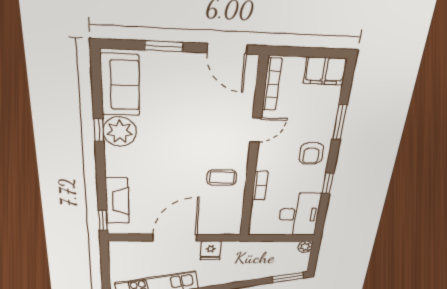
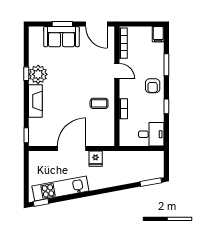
filing cabinet: (325, 71) -> (158, 34), width x0.50
sofa: (120, 85) -> (61, 37), moved, turned 90
door: (256, 130) -> (117, 71), hinge flipped
fireplace: (117, 201) -> (35, 101), moved
desk: (299, 214) -> (151, 134), width x0.73
plant: (305, 247) -> (159, 156), removed

